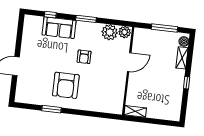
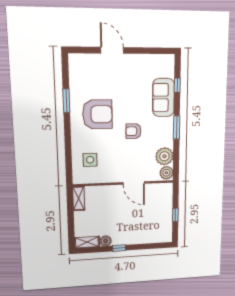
window: (164, 28) -> (175, 215), width x0.46
boiler: (184, 41) -> (106, 241), moved
shelving: (182, 58) -> (87, 242), moved
armchair: (66, 85) -> (97, 114), turned 180
side table: (103, 97) -> (90, 160), added

